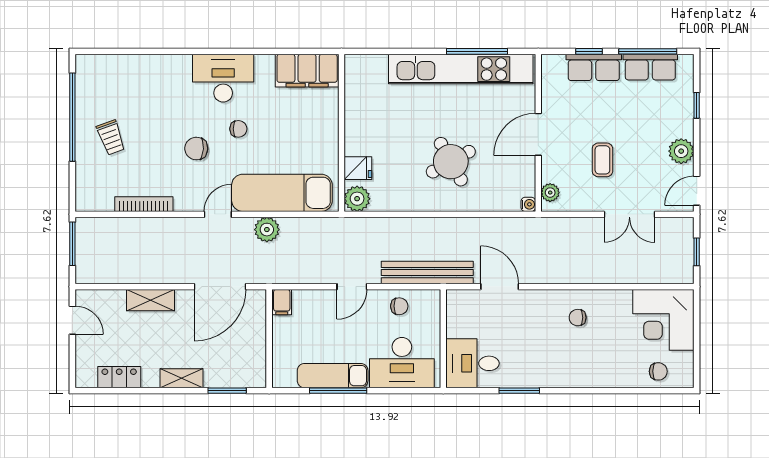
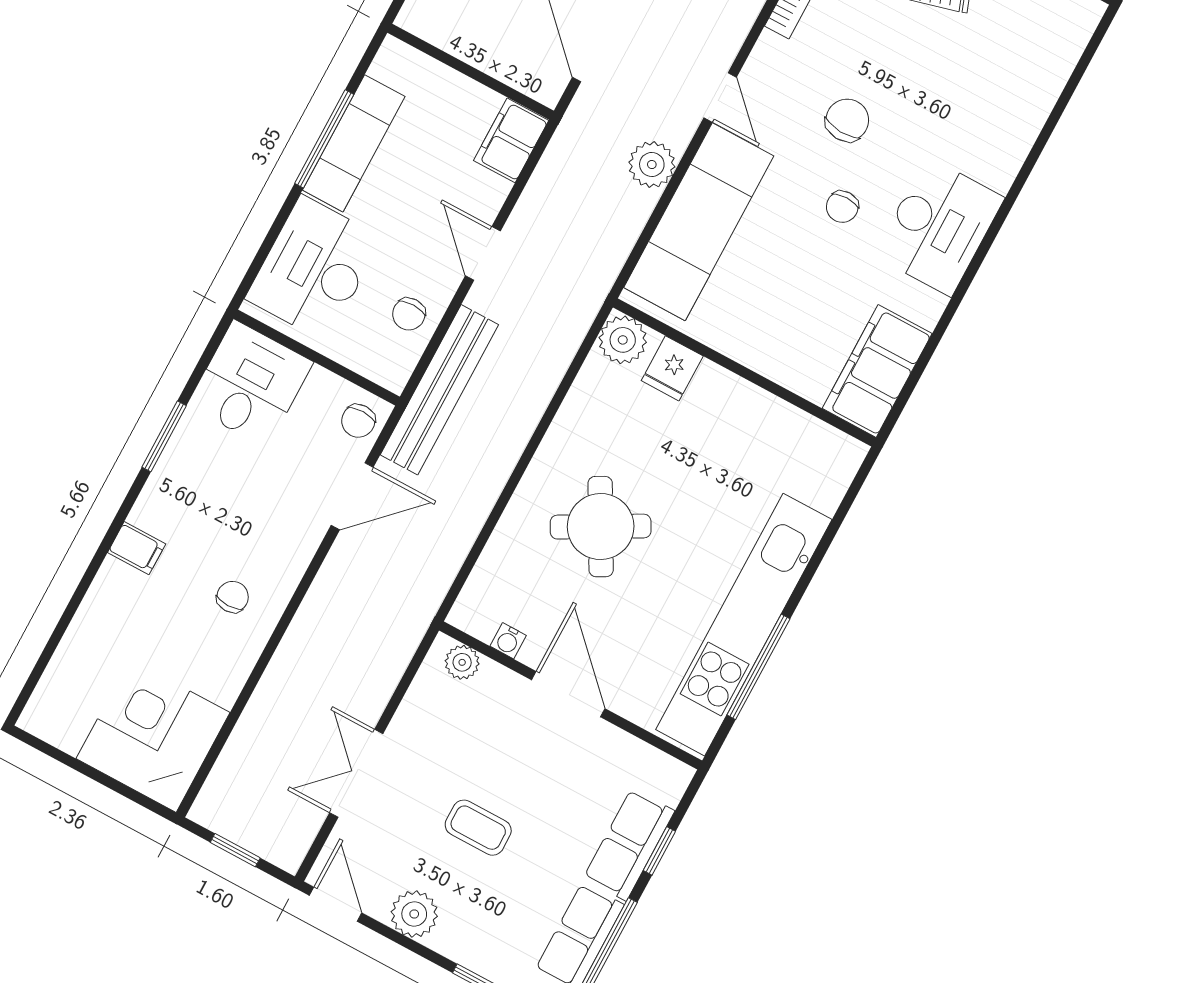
coffee table: (602, 160) -> (478, 828), moved
water cooler: (528, 204) -> (508, 641), moved
filing cabinet: (282, 302) -> (511, 140), width x2.00
chair: (658, 371) -> (358, 421), moved
filing cabinet: (579, 375) -> (137, 548), added

